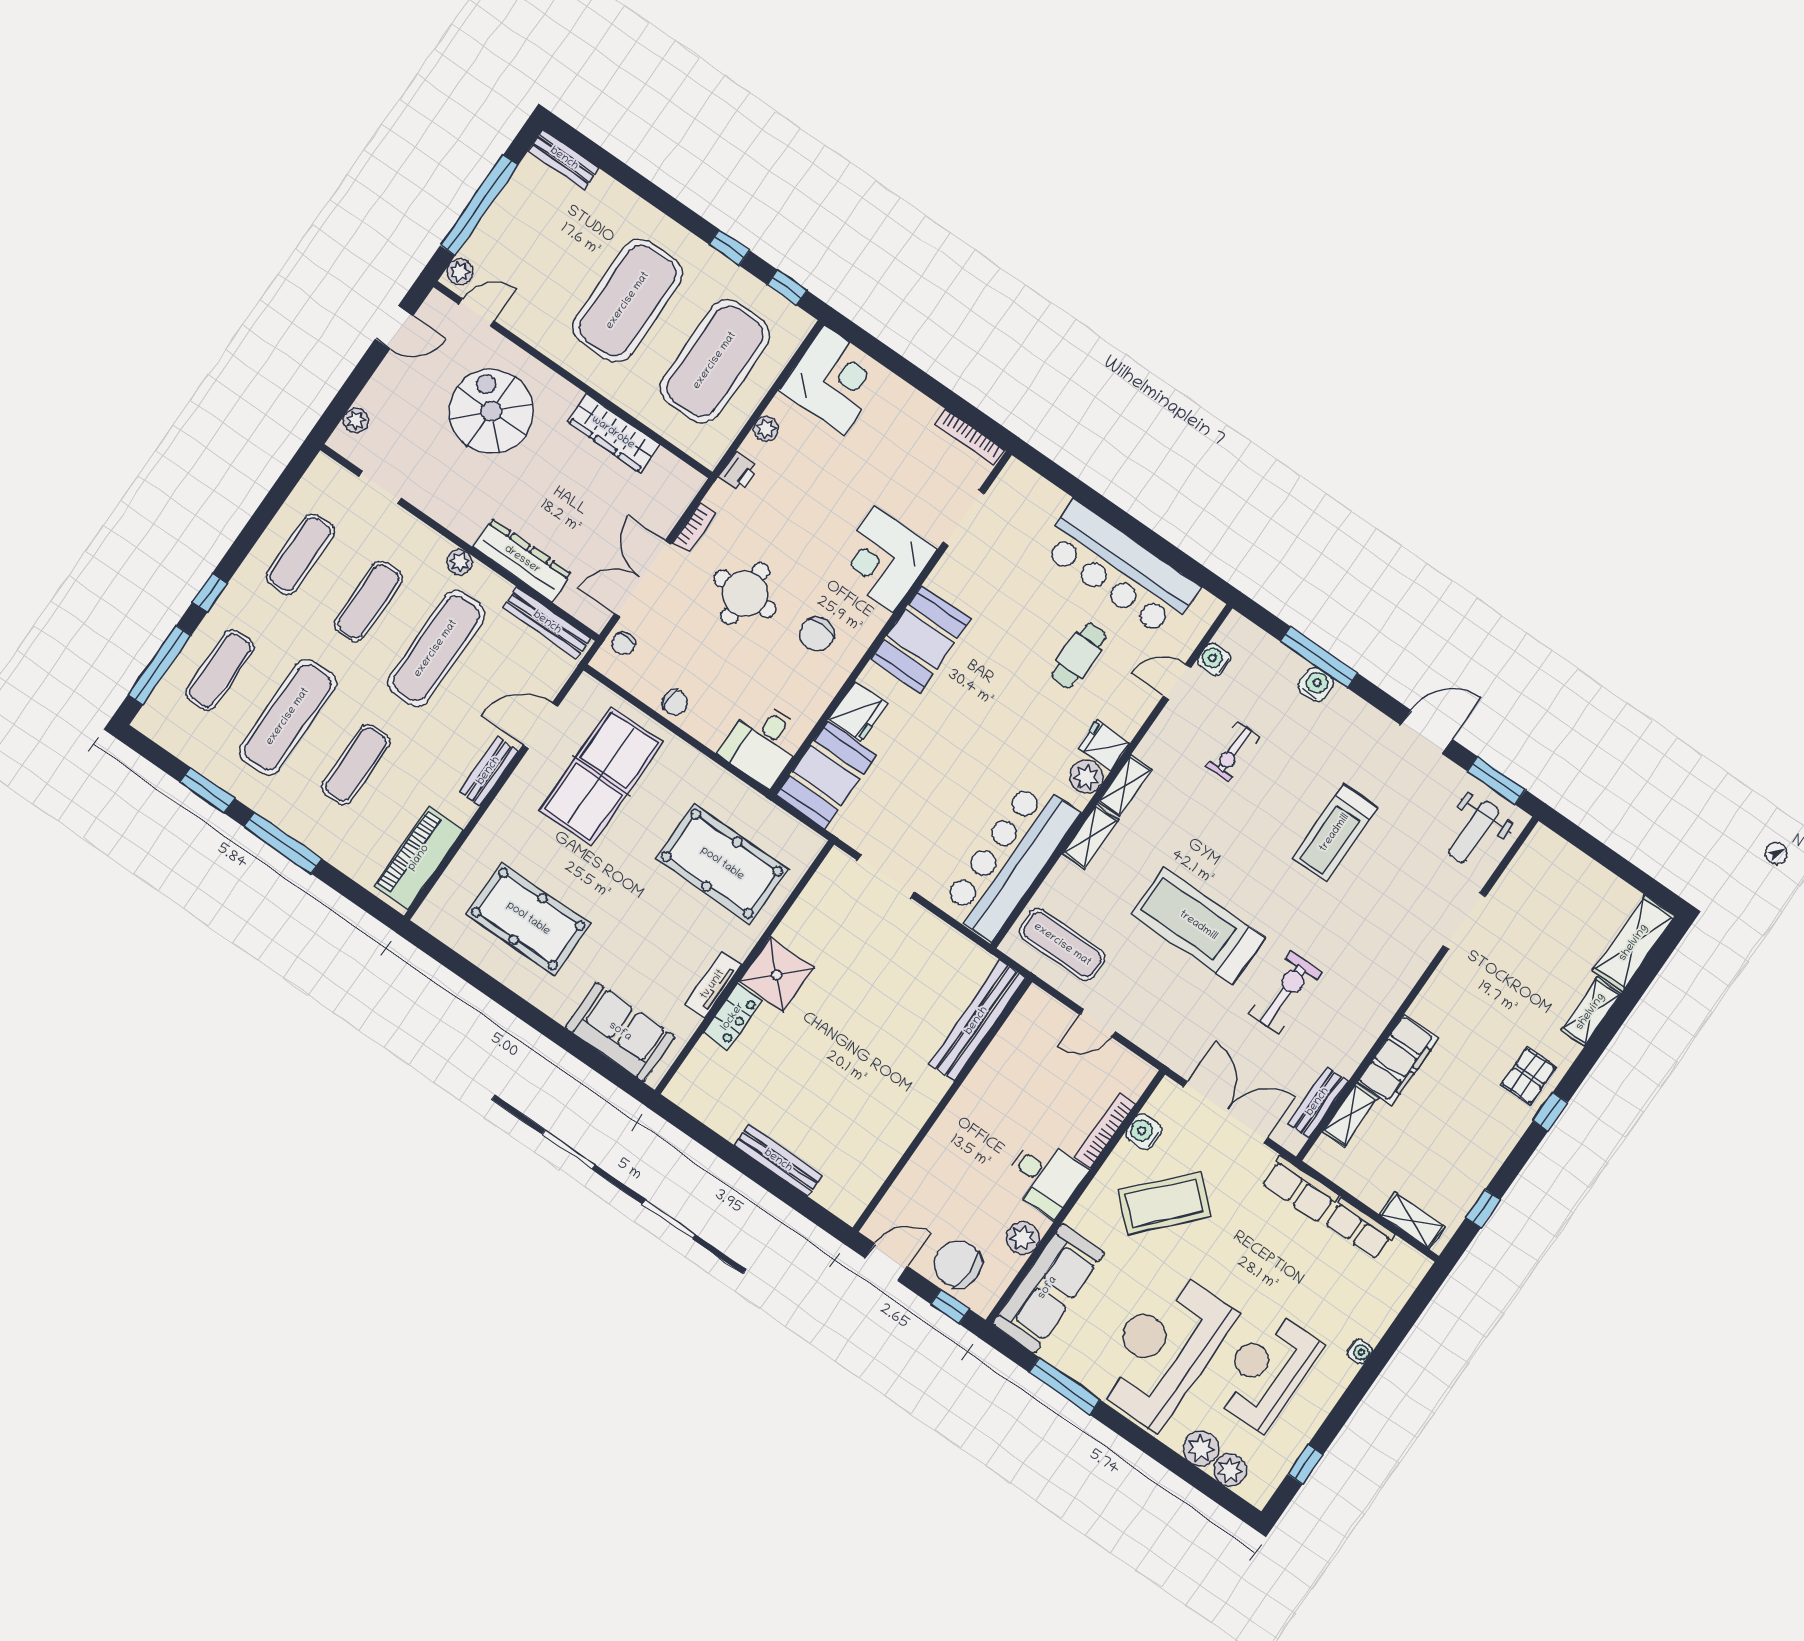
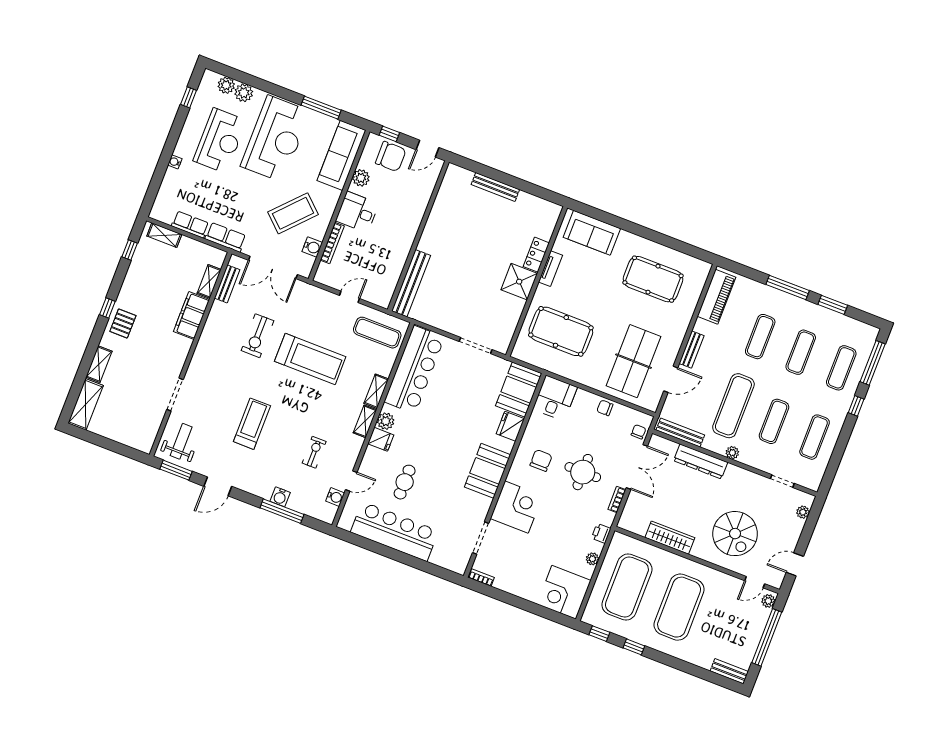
bookcase: (970, 437) -> (481, 578), width x0.64
exercise mat: (288, 717) -> (801, 352), width x0.73, depth x0.69

